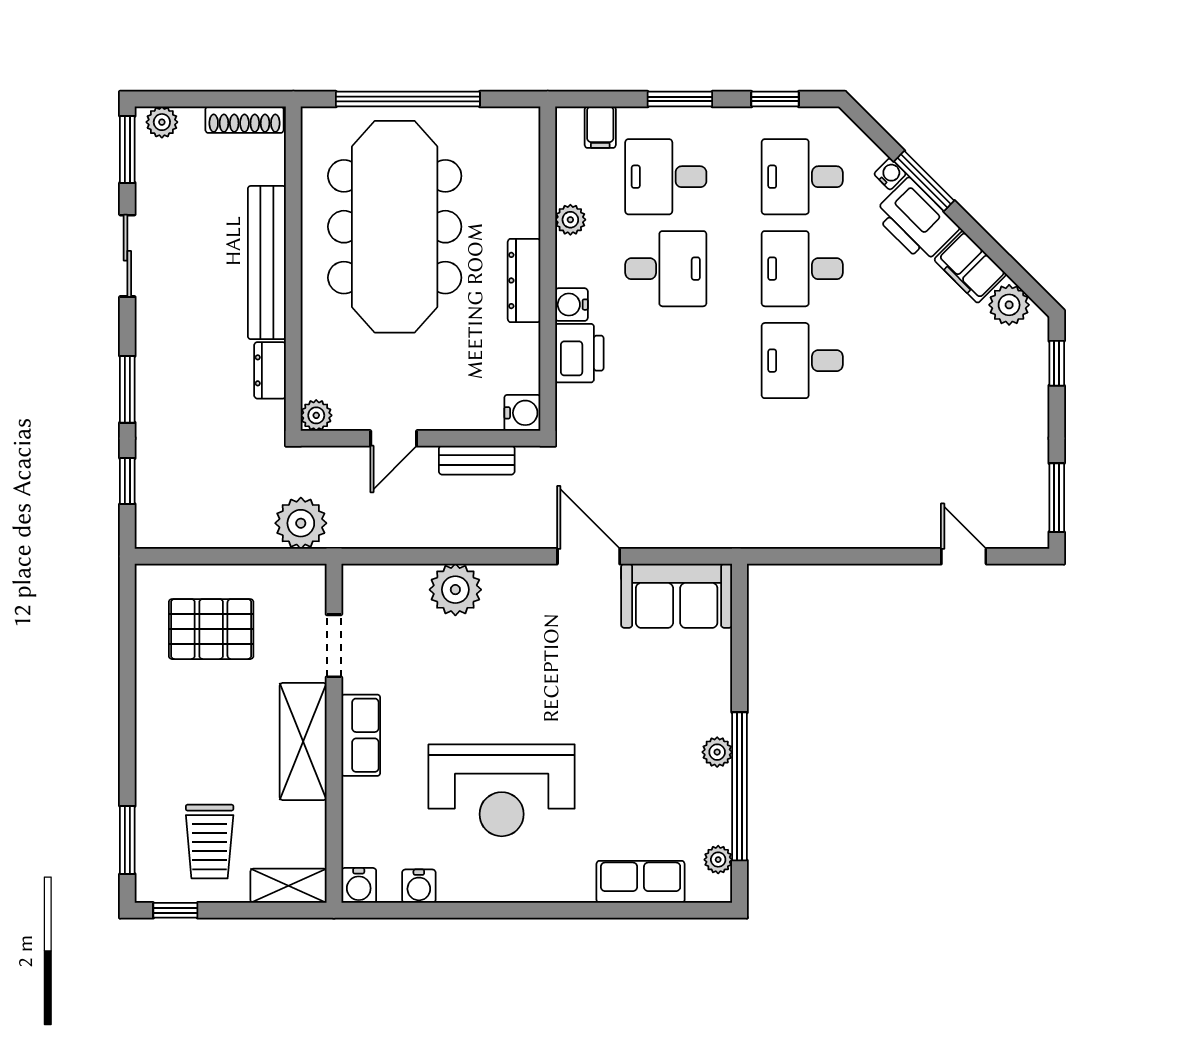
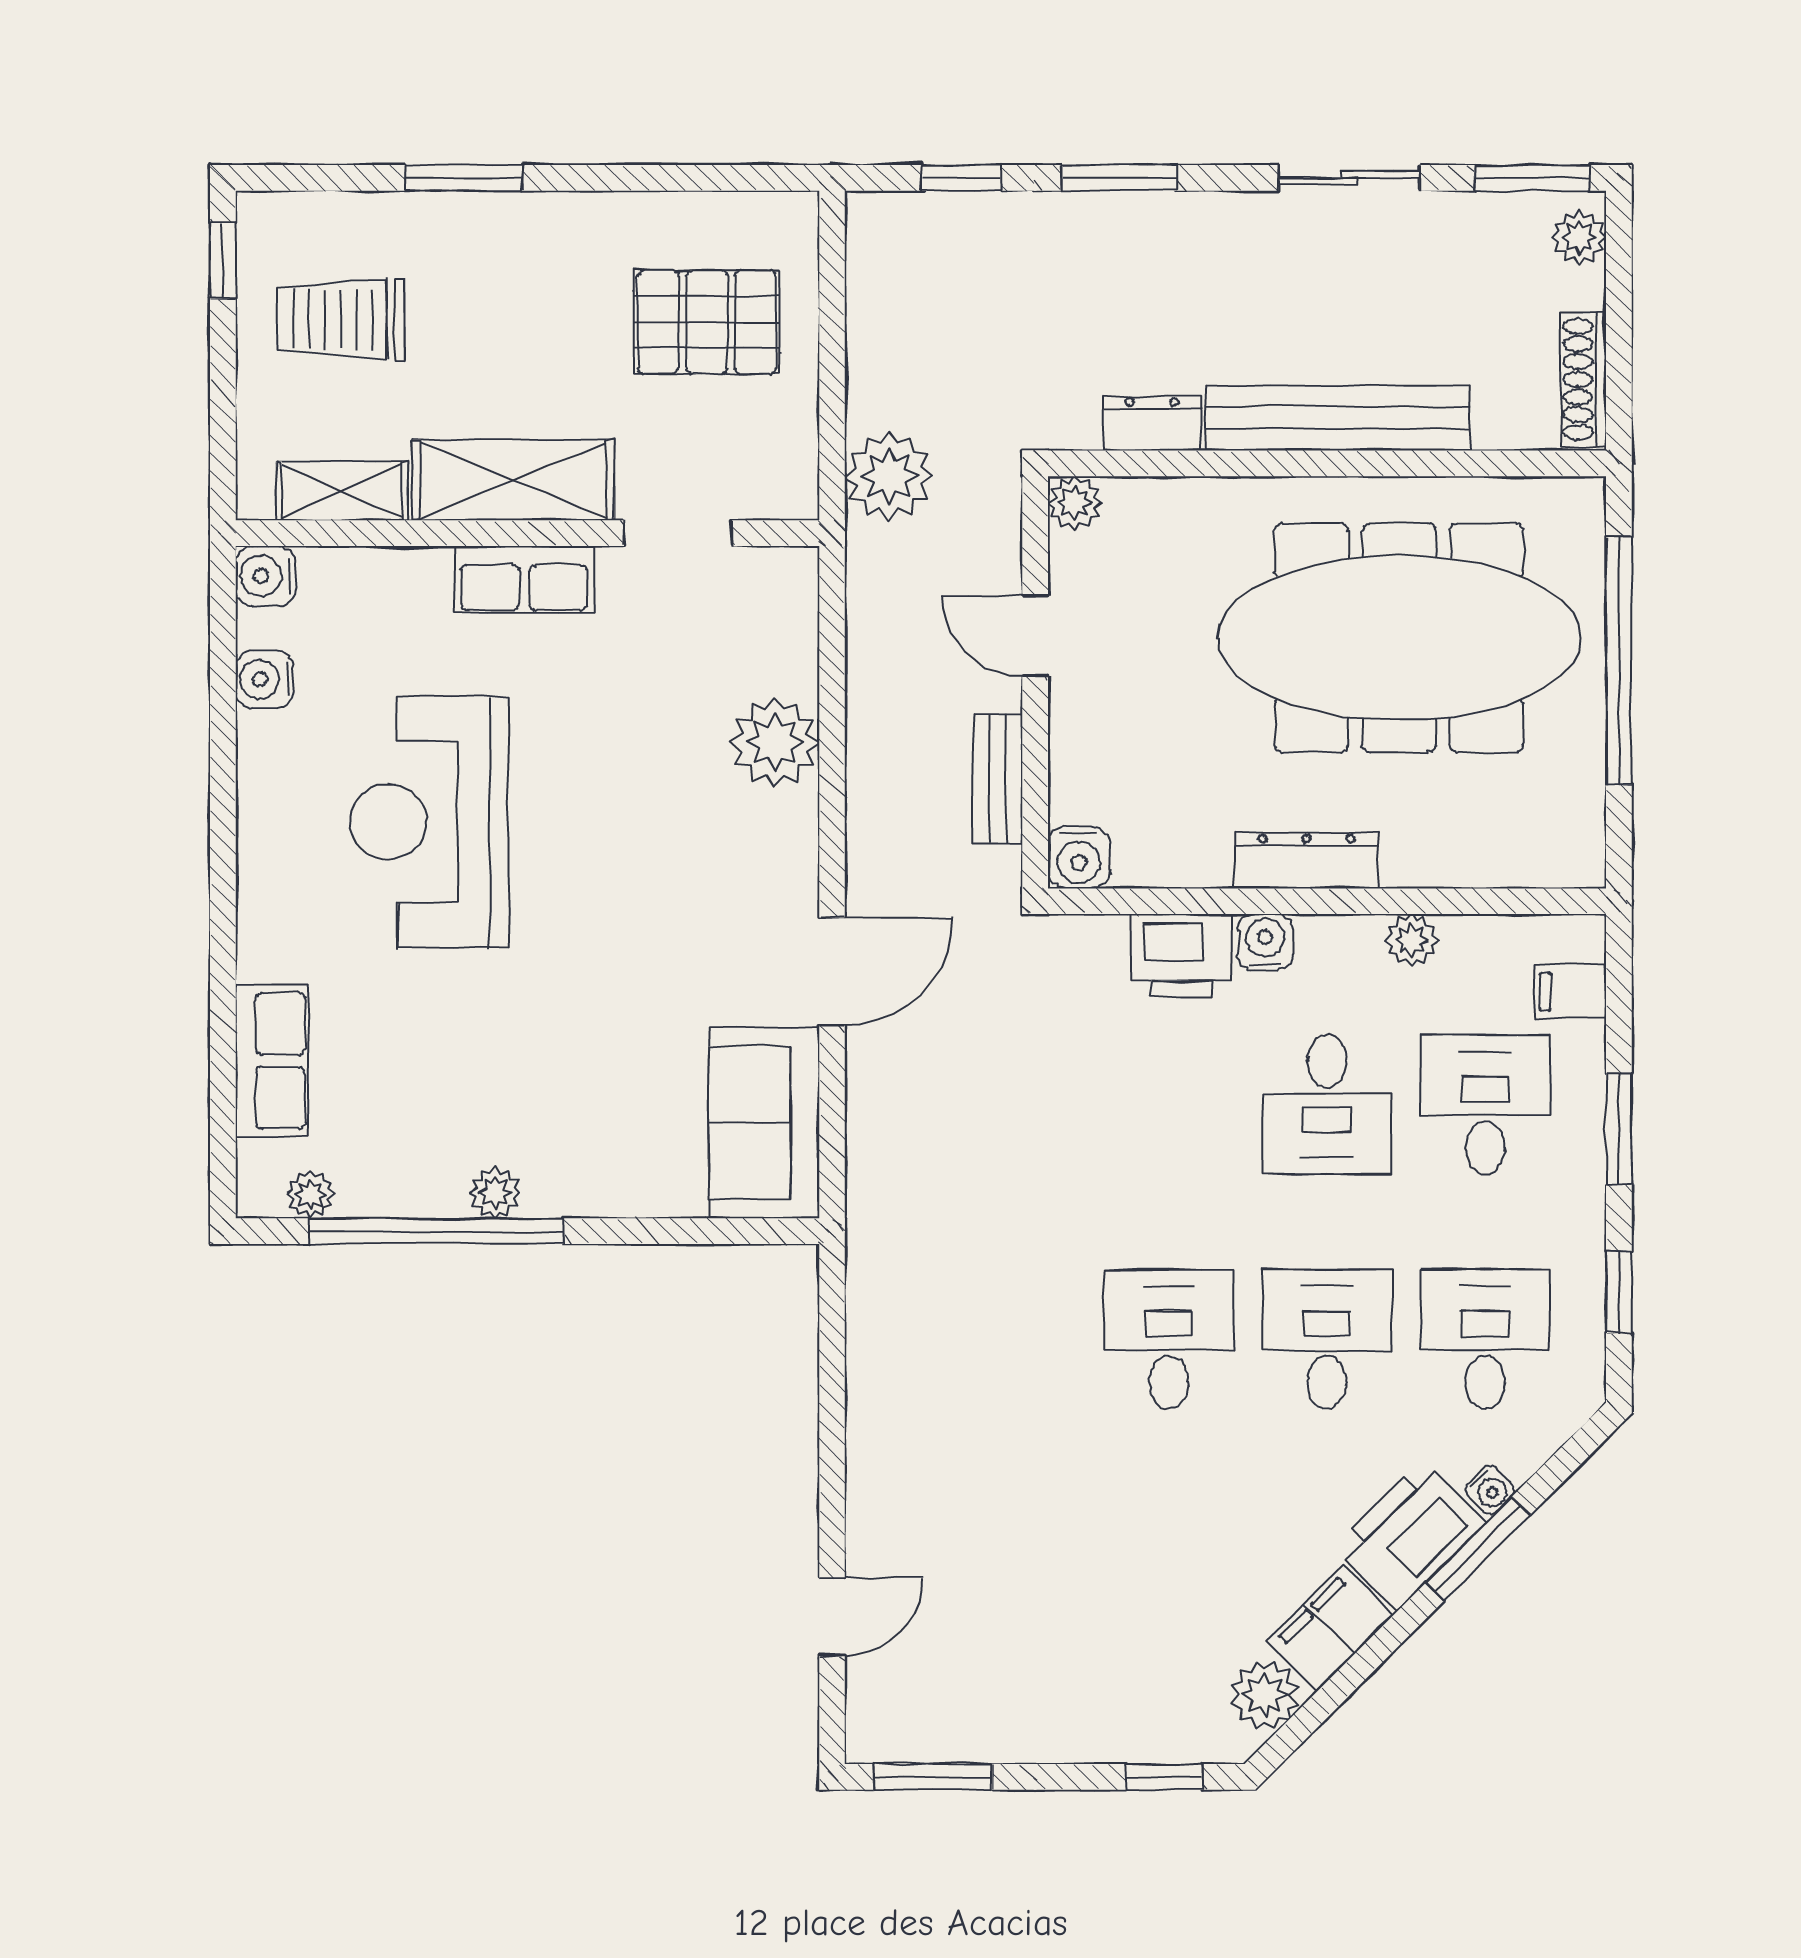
pallet: (211, 629) -> (707, 322), turned 90
window: (127, 840) -> (464, 178), moved
shelving: (288, 886) -> (342, 491), moved, turned 90

